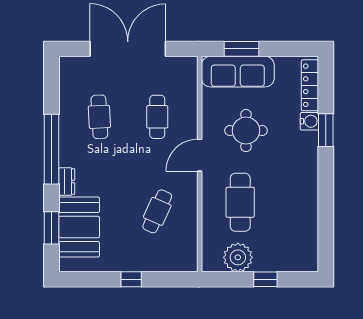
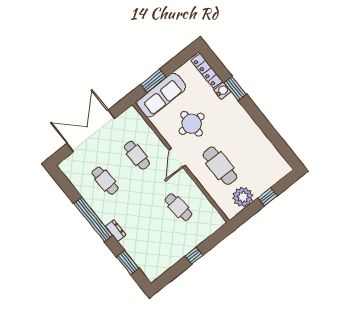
cafe table: (157, 211) -> (178, 207), turned -30
booth: (79, 227) -> (142, 250), removed

